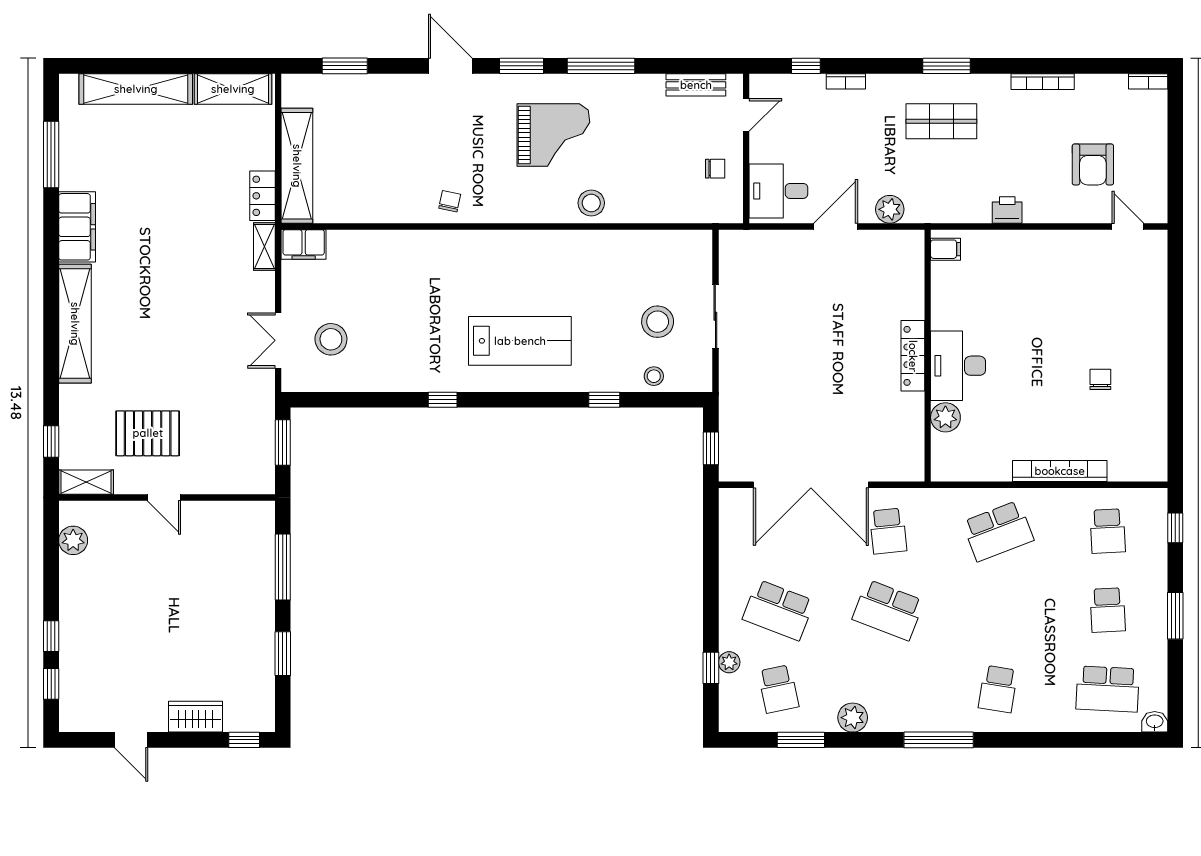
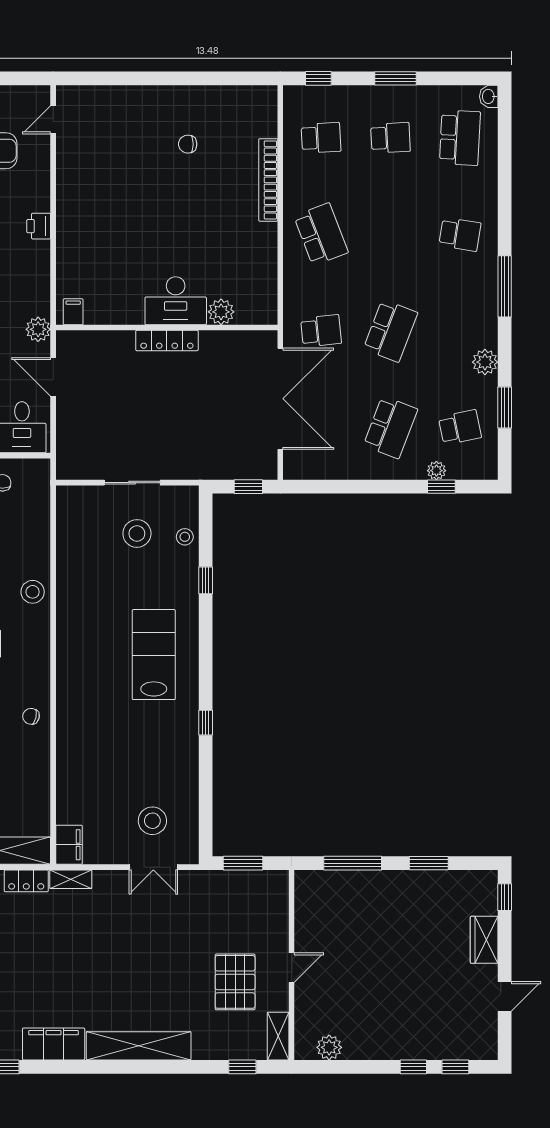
filing cabinet: (946, 249) -> (73, 312), moved
locker: (913, 356) -> (167, 340), moved
wall: (928, 356) -> (167, 327), moved
desk: (958, 366) -> (176, 301), moved
plant: (945, 417) -> (221, 312), moved

